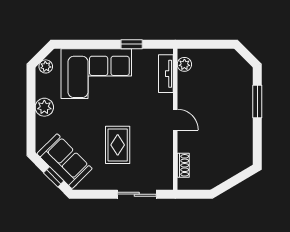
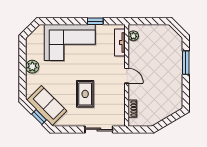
plant: (46, 66) -> (33, 37), removed

